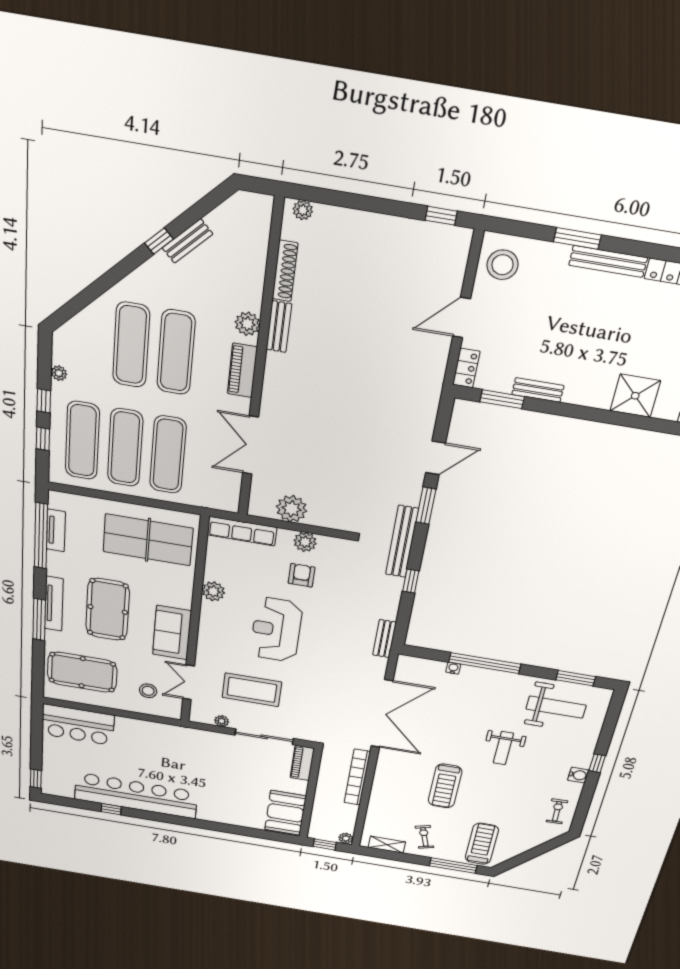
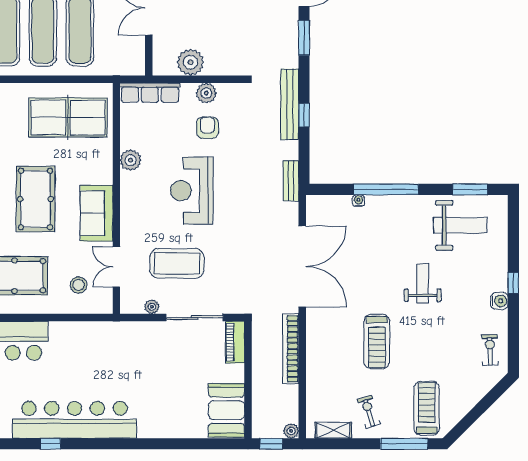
bench: (402, 542) -> (290, 104), moved
weight bench: (503, 748) -> (423, 283), turned 180

